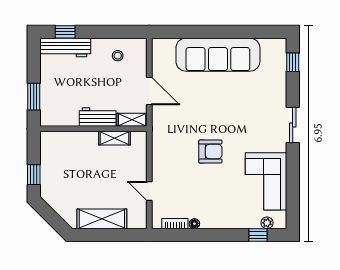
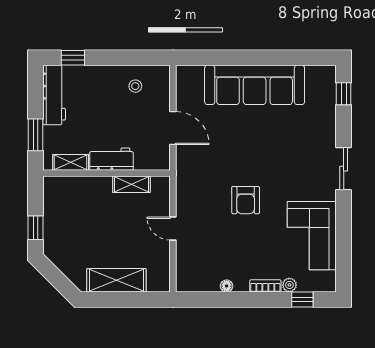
workbench: (65, 47) -> (54, 95), moved, turned -90
shelving: (132, 120) -> (71, 162), moved
armchair: (210, 151) -> (246, 200), turned 90
door: (149, 191) -> (173, 229), moved
plant: (267, 223) -> (289, 285), moved
bookcase: (175, 224) -> (265, 286), moved

